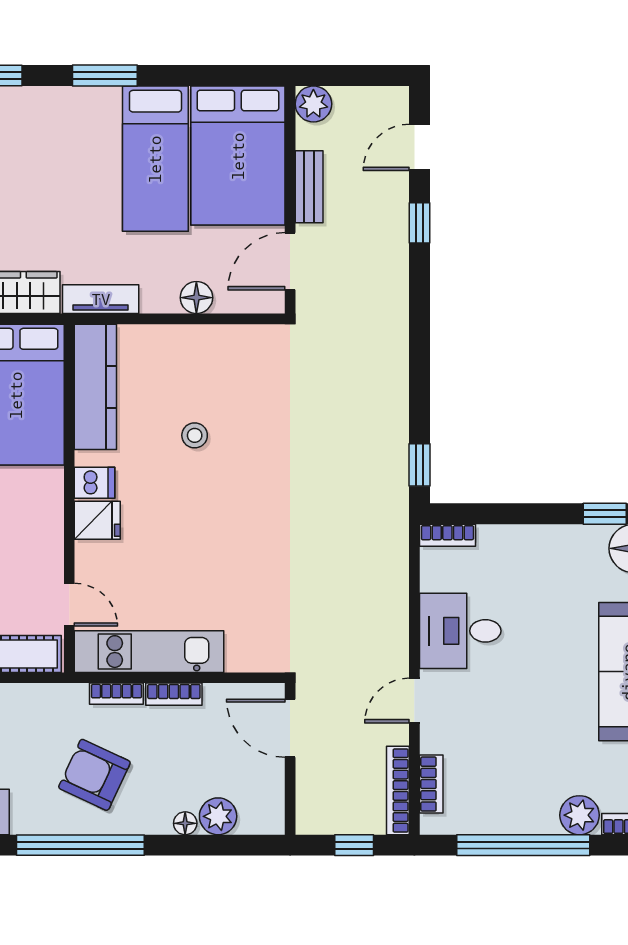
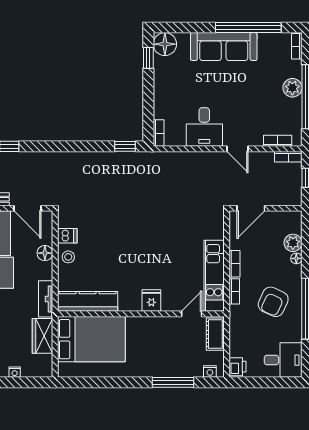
stool: (195, 435) -> (68, 257), moved
dishwasher: (95, 483) -> (67, 236), moved, turned 90
bookcase: (398, 790) -> (288, 157), width x0.64
plant: (580, 815) -> (292, 88), moved

